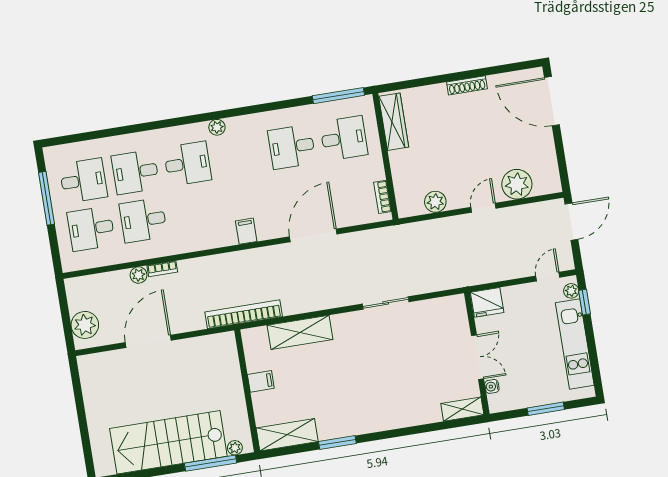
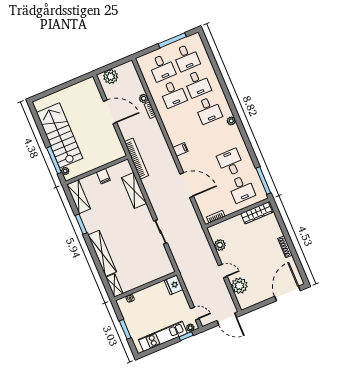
desk: (135, 172) -> (197, 84), turned 180
desk: (143, 220) -> (173, 94), turned 180
desk: (91, 229) -> (162, 68), turned 180
double door: (477, 357) -> (144, 287), removed
shelving: (399, 417) -> (102, 253), added

